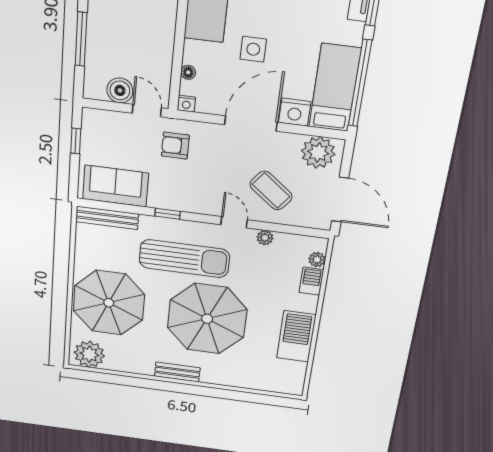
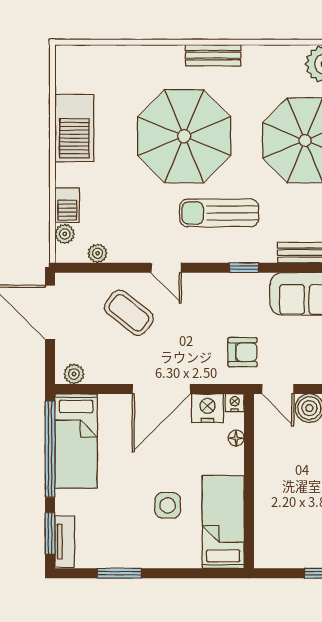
side table: (253, 49) -> (168, 505), moved
nightstand: (295, 112) -> (207, 408), moved
plant: (318, 152) -> (74, 374), width x0.53, depth x0.53
plant: (265, 238) -> (98, 253), moved
sun lounger: (184, 259) -> (219, 213), width x0.73, depth x0.75

